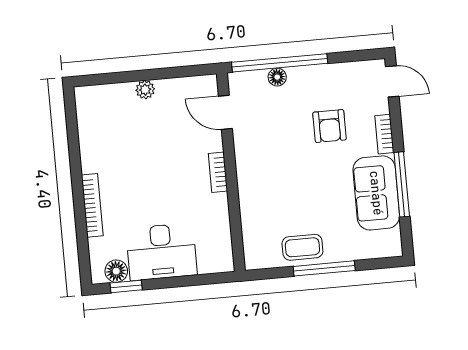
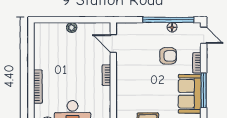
window: (280, 63) -> (168, 20), moved
floor lamp: (277, 77) -> (172, 27), moved
armchair: (329, 126) -> (168, 56), turned -90

